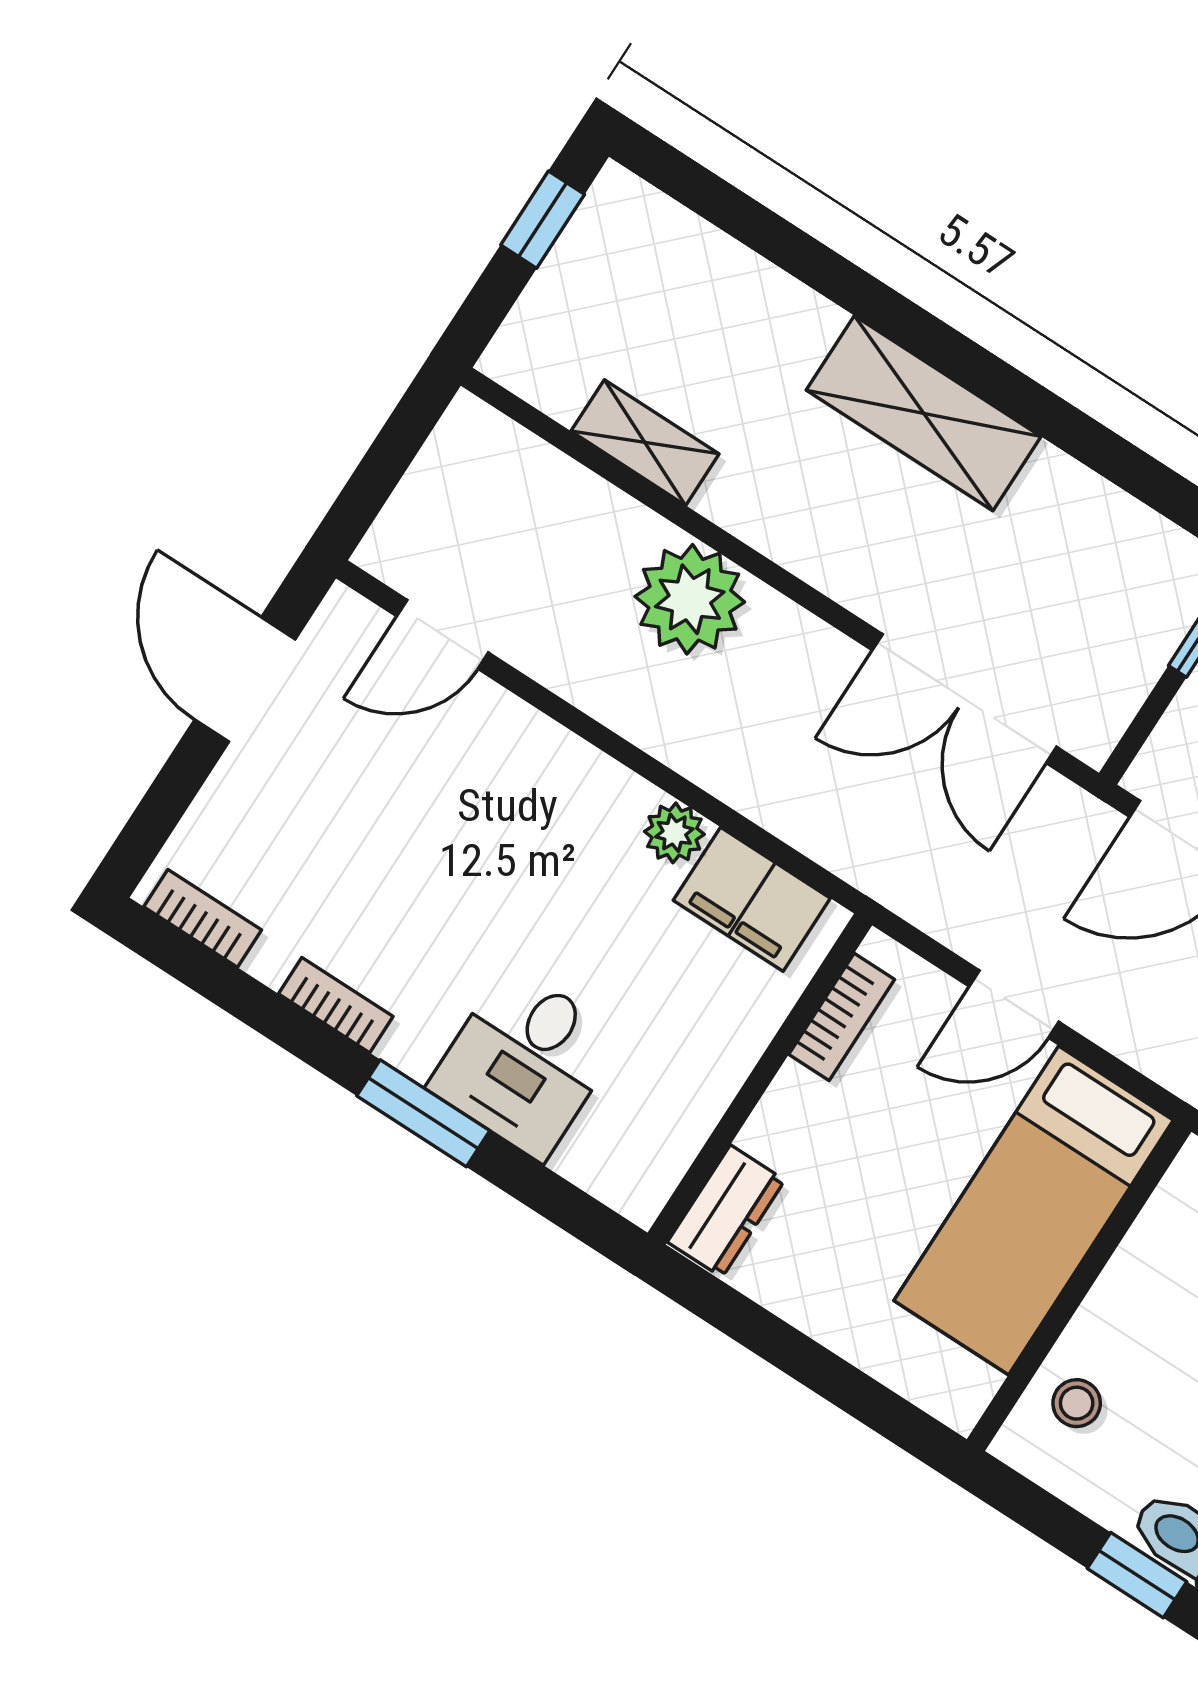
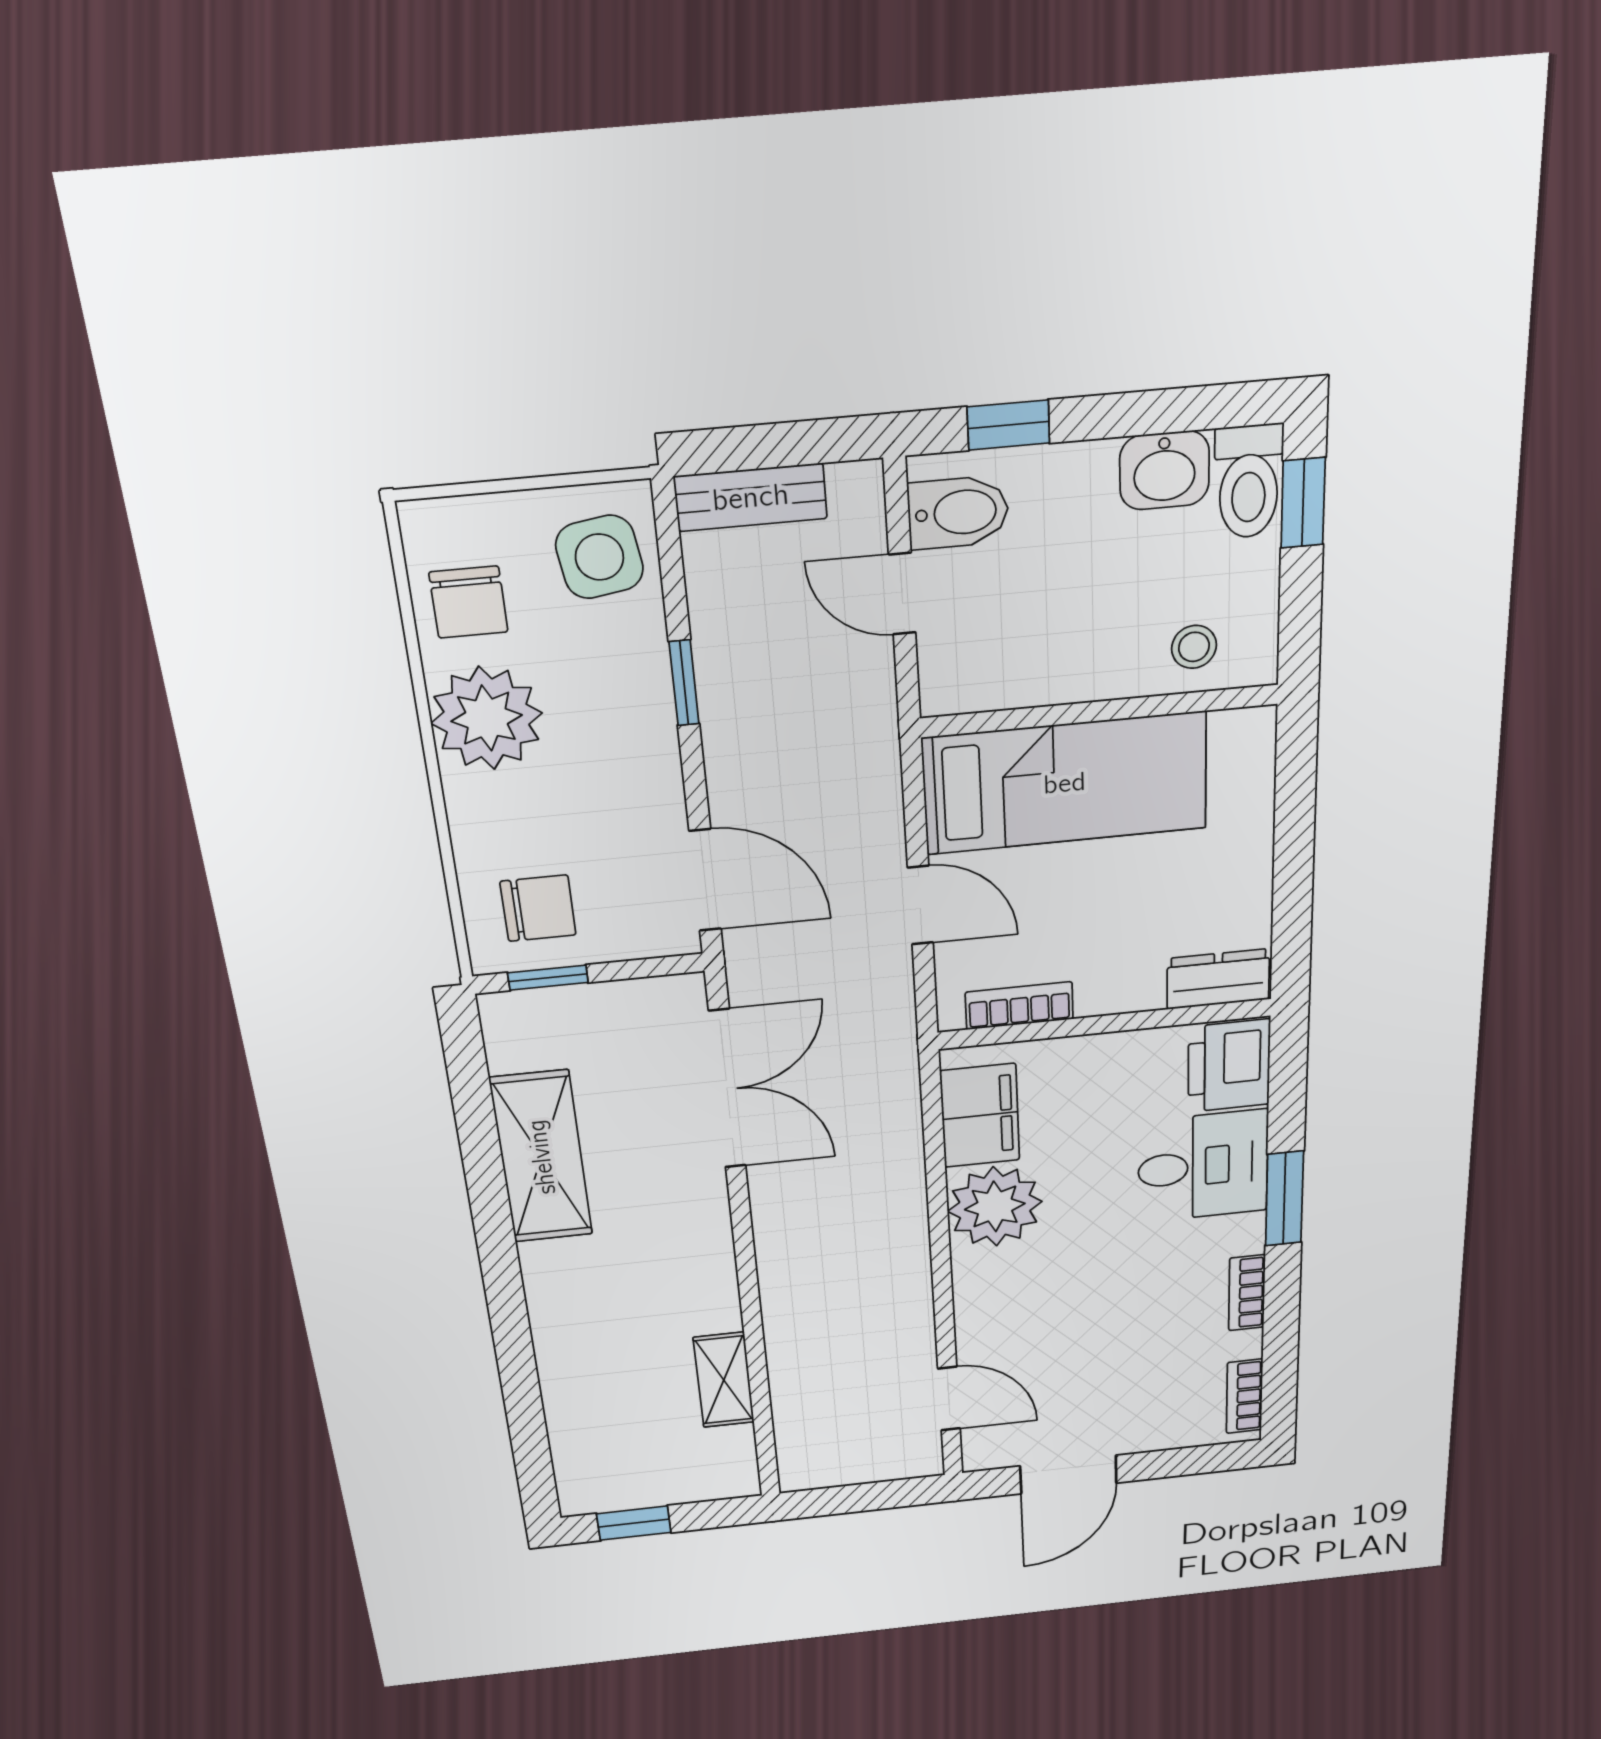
shelving: (924, 413) -> (541, 1157), moved
plant: (690, 599) -> (805, 1288), removed
plant: (674, 833) -> (995, 1206), width x1.88, depth x1.88
printer: (622, 1160) -> (1229, 1066), added

